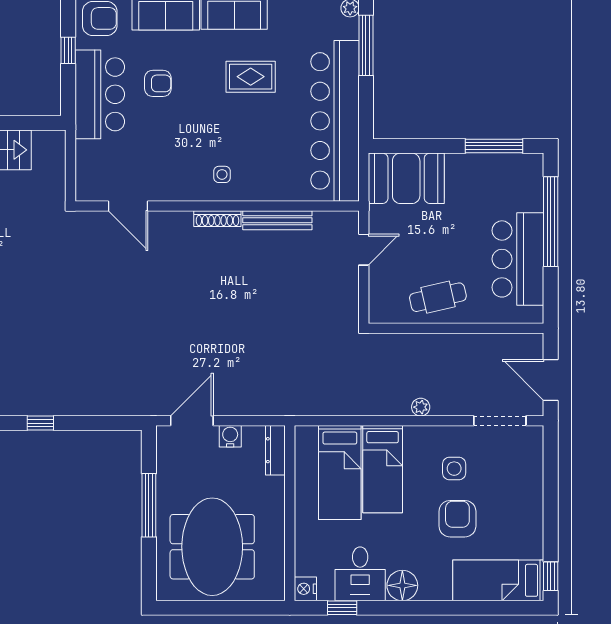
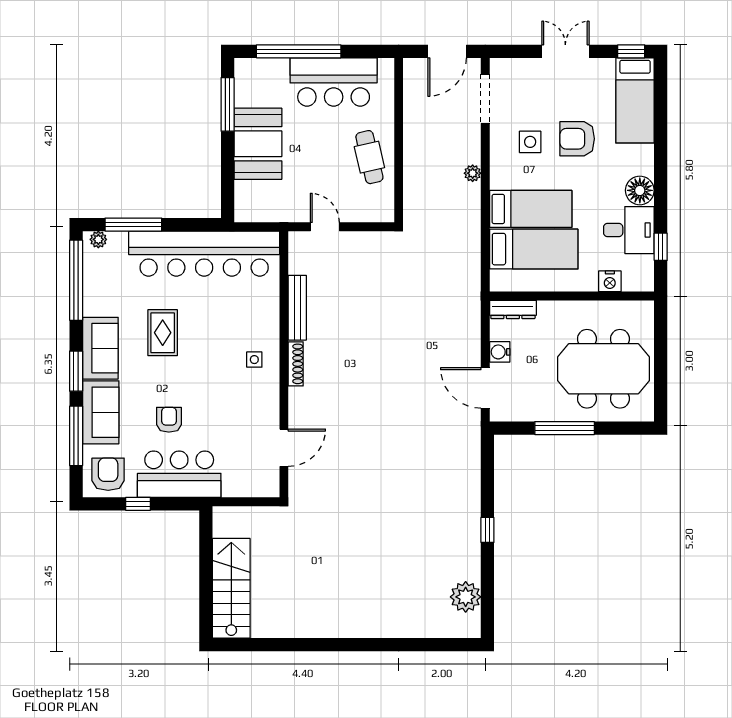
booth: (406, 178) -> (258, 144), moved
double door: (551, 506) -> (565, 51), added
nightstand: (305, 589) -> (610, 281), moved

